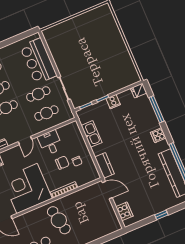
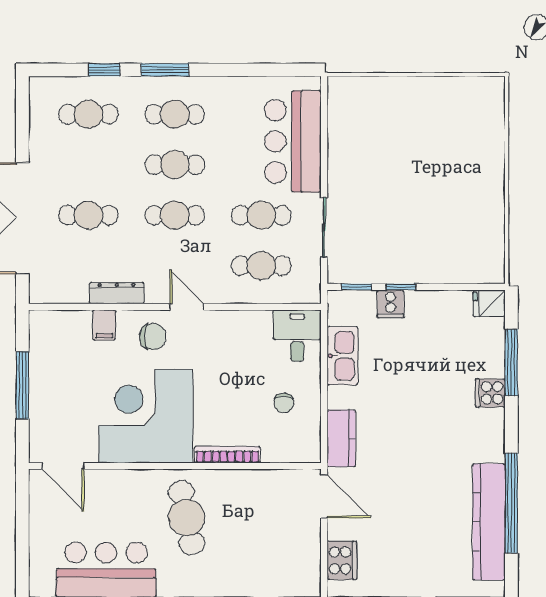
cooker: (113, 102) -> (391, 304), moved
cooker: (158, 135) -> (490, 393), moved
door: (25, 141) -> (187, 307), swing flipped
desk: (50, 143) -> (297, 336), moved
chair: (62, 163) -> (153, 337), moved

